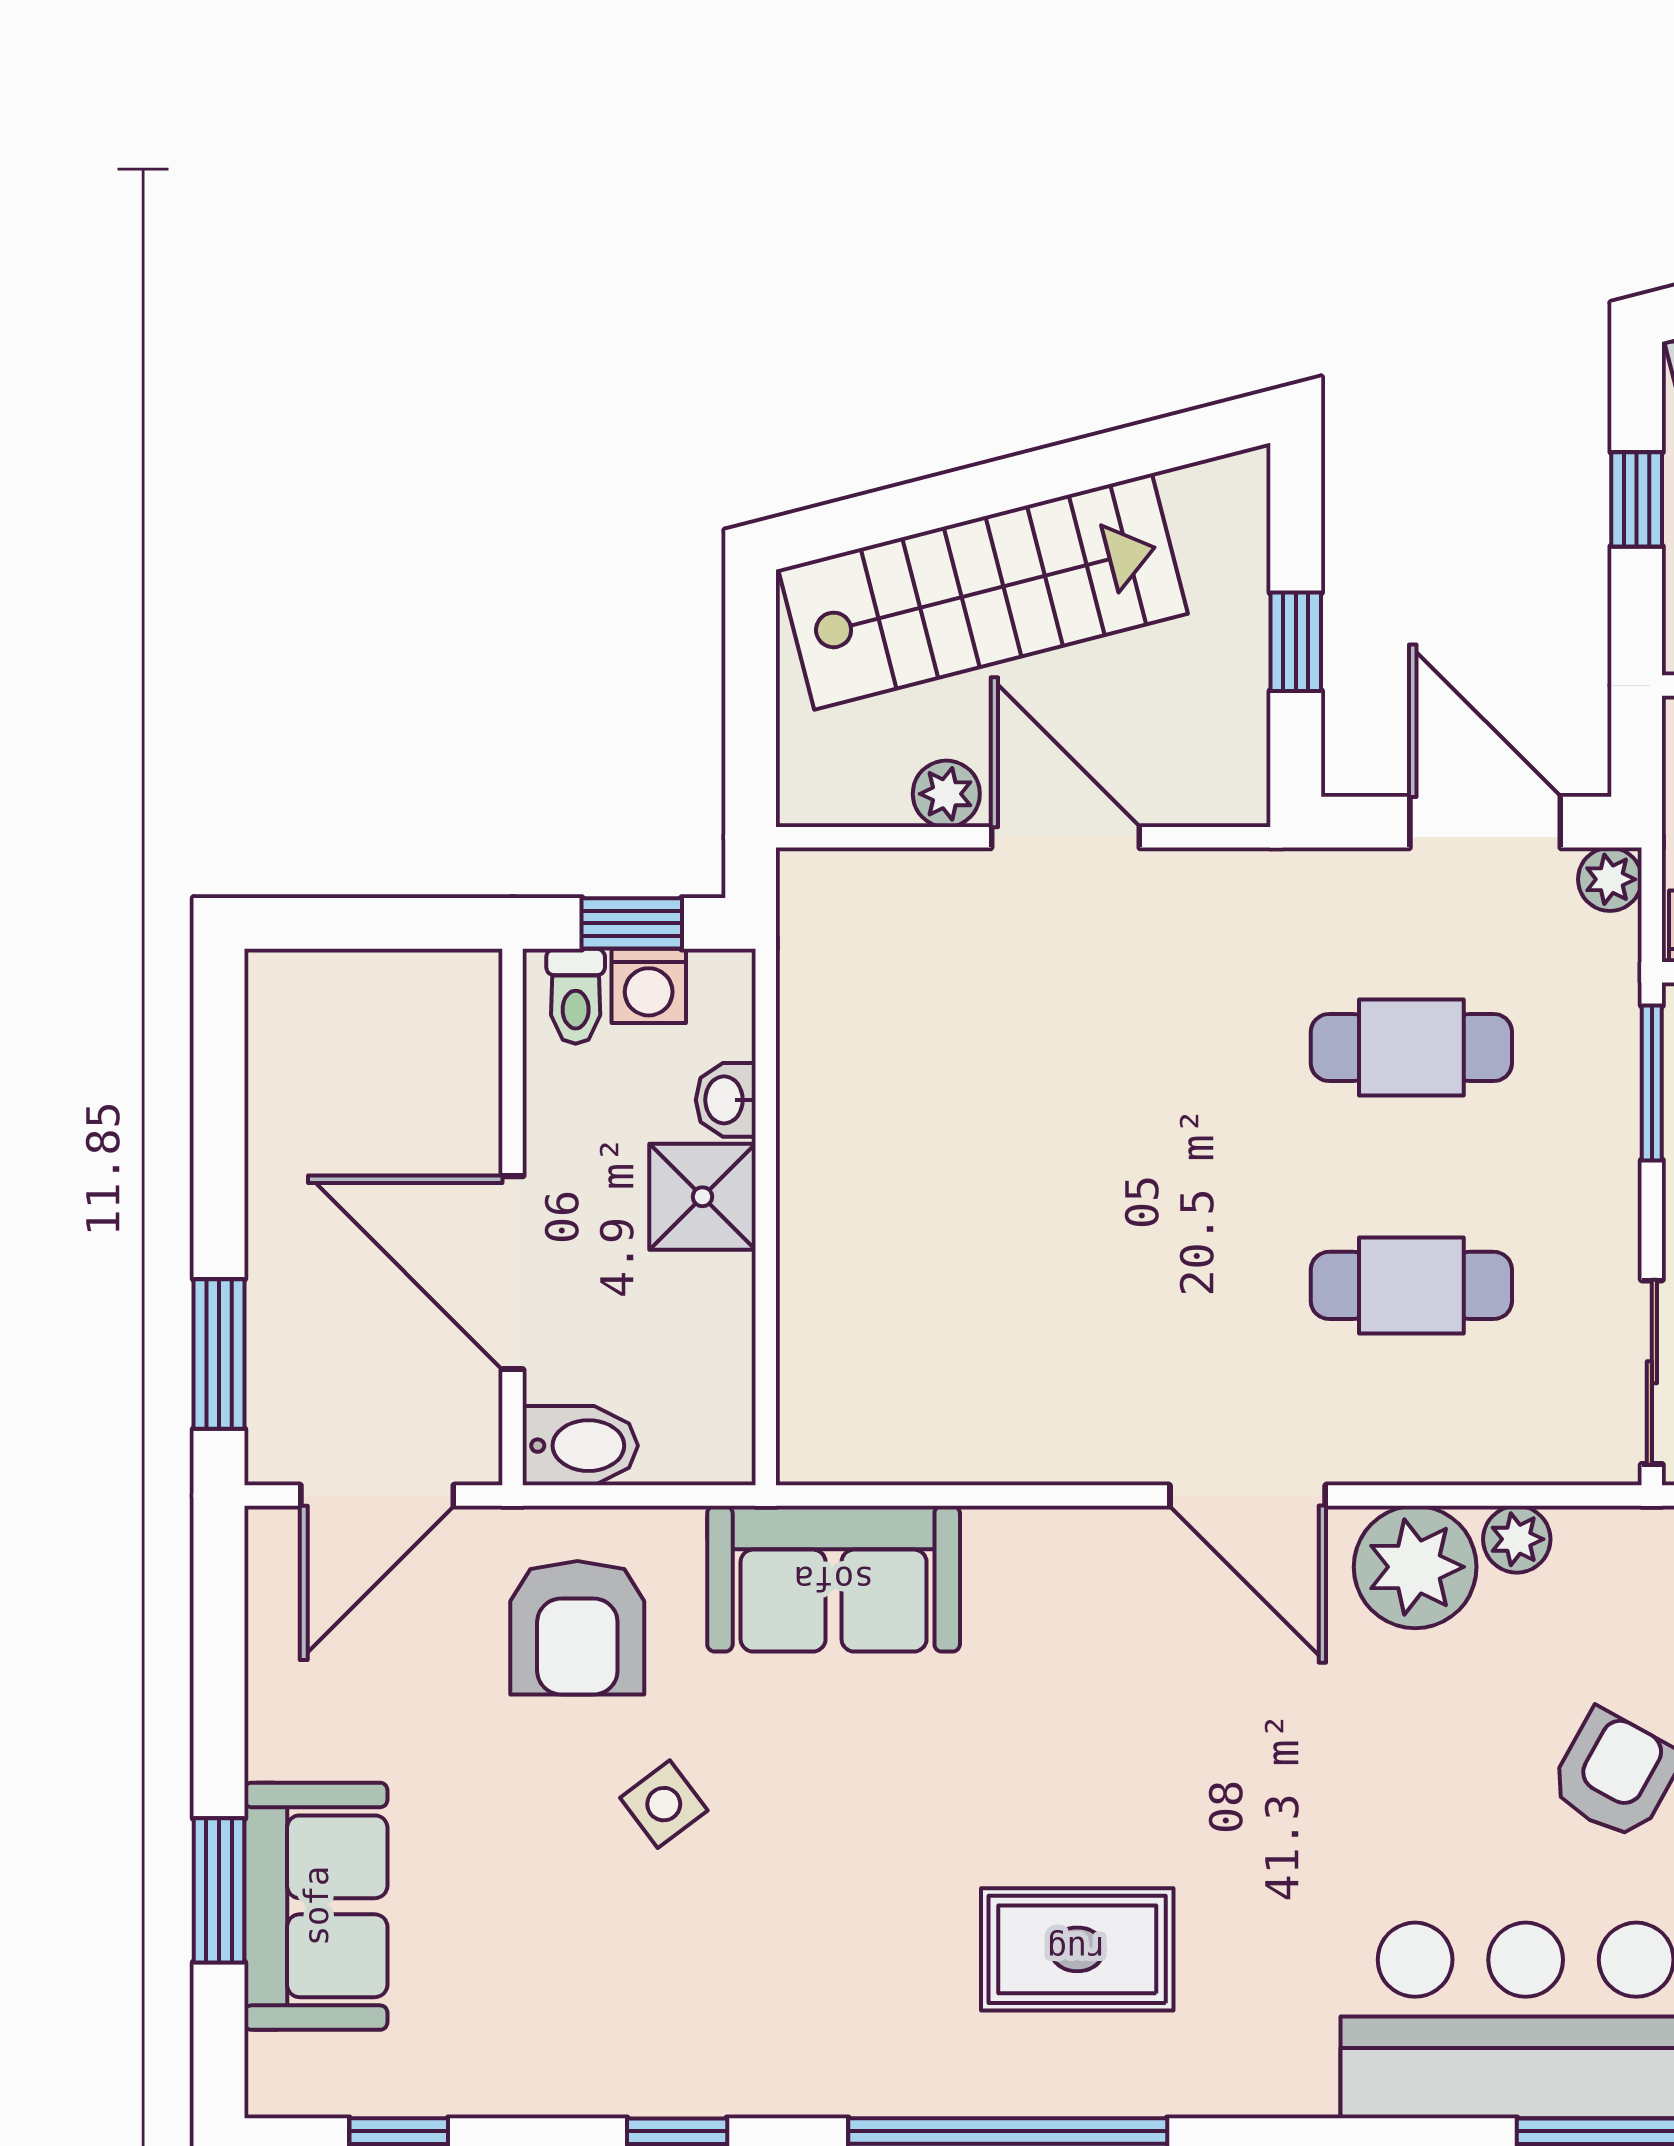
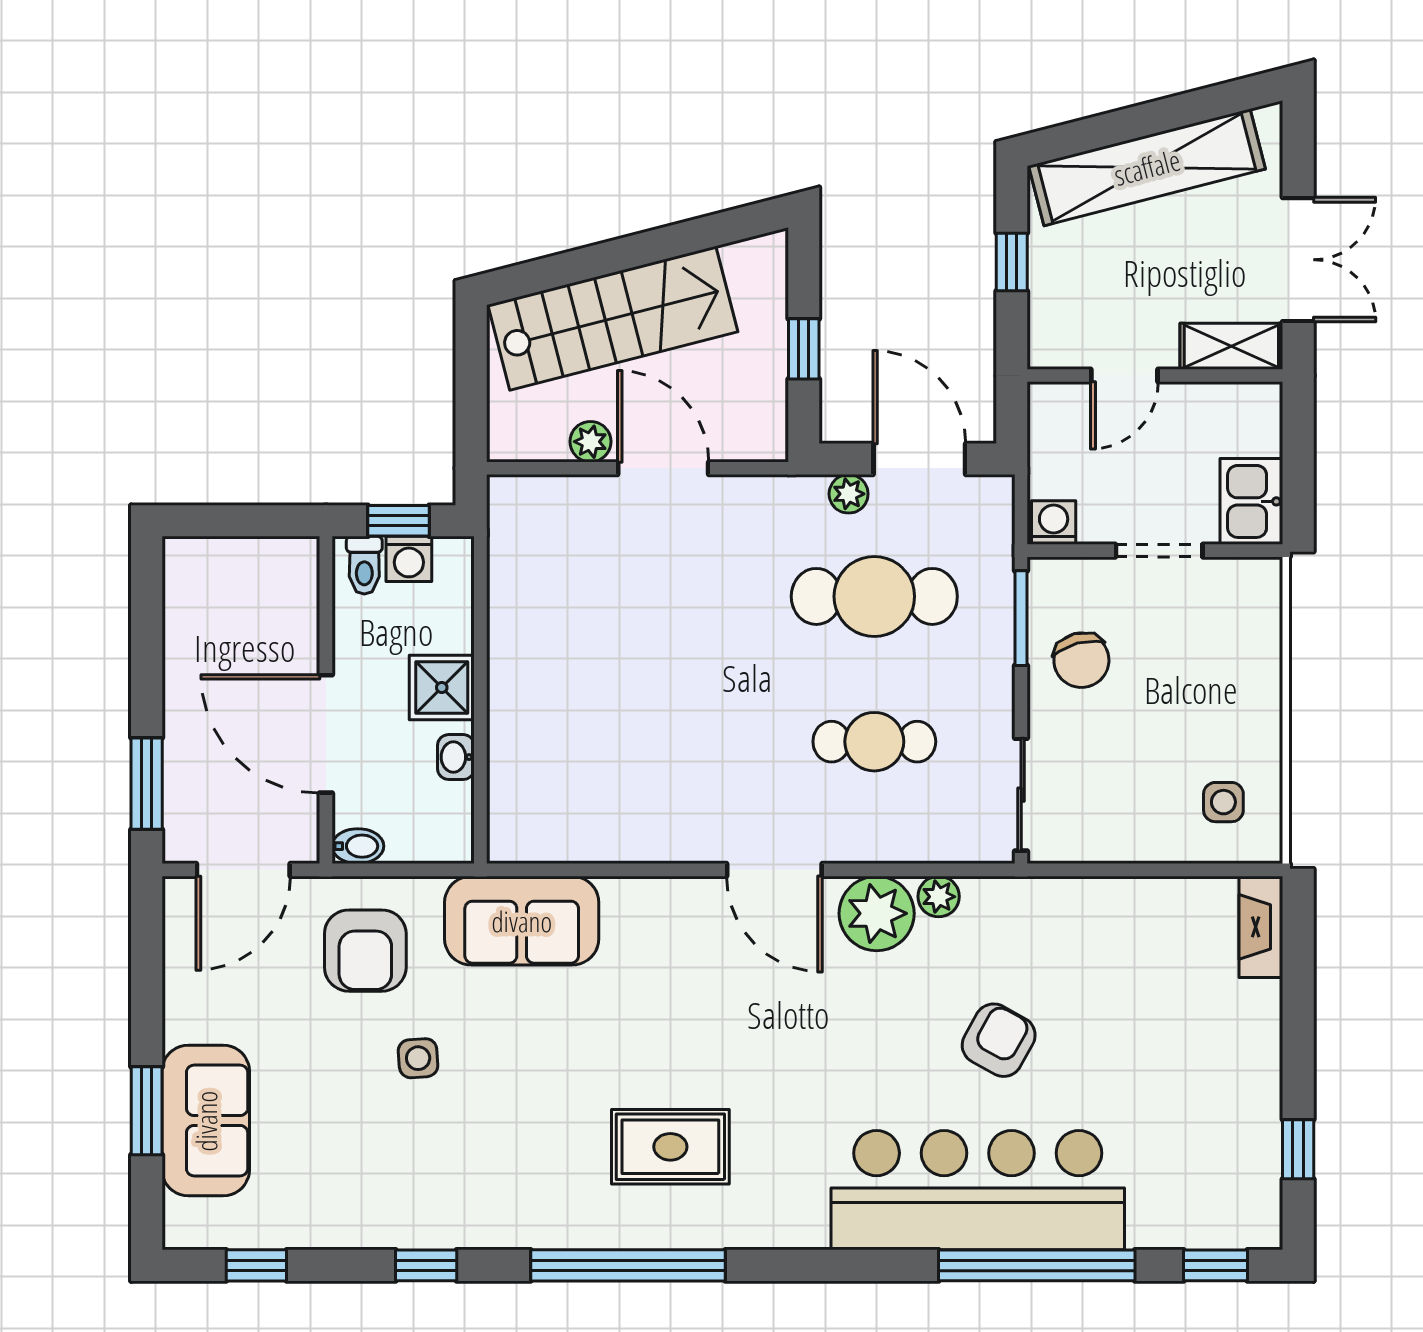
plant: (1610, 879) -> (849, 494), moved
cafe table: (1411, 1048) -> (874, 596), width x1.37, depth x1.35
washbasin: (726, 1100) -> (456, 757), moved
bidet: (580, 1446) -> (358, 846), width x0.72, depth x0.74
side table: (664, 1804) -> (418, 1058), turned 33

